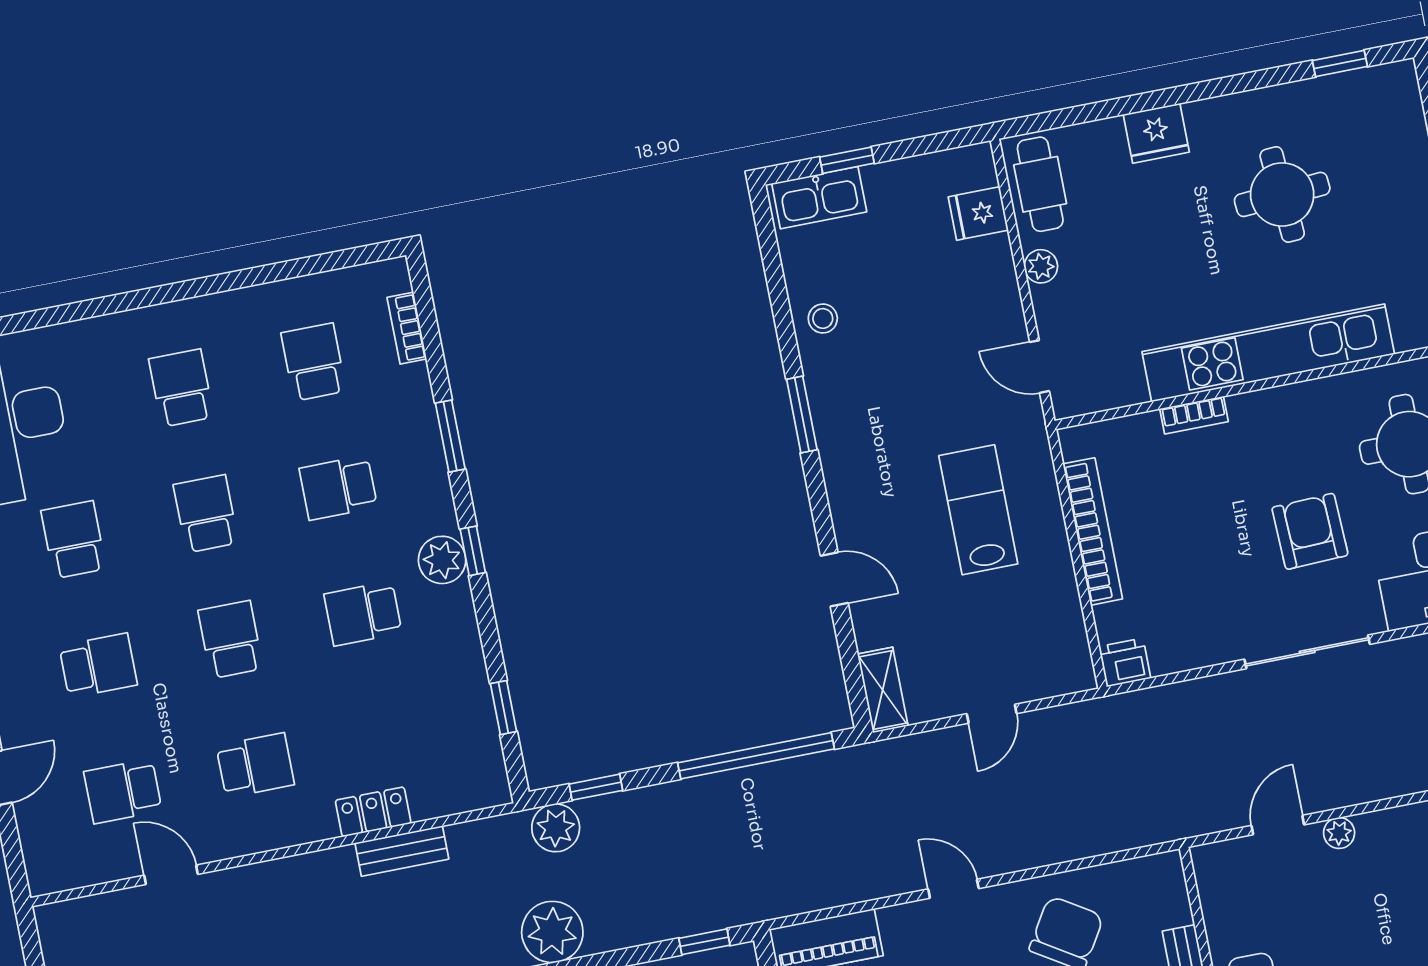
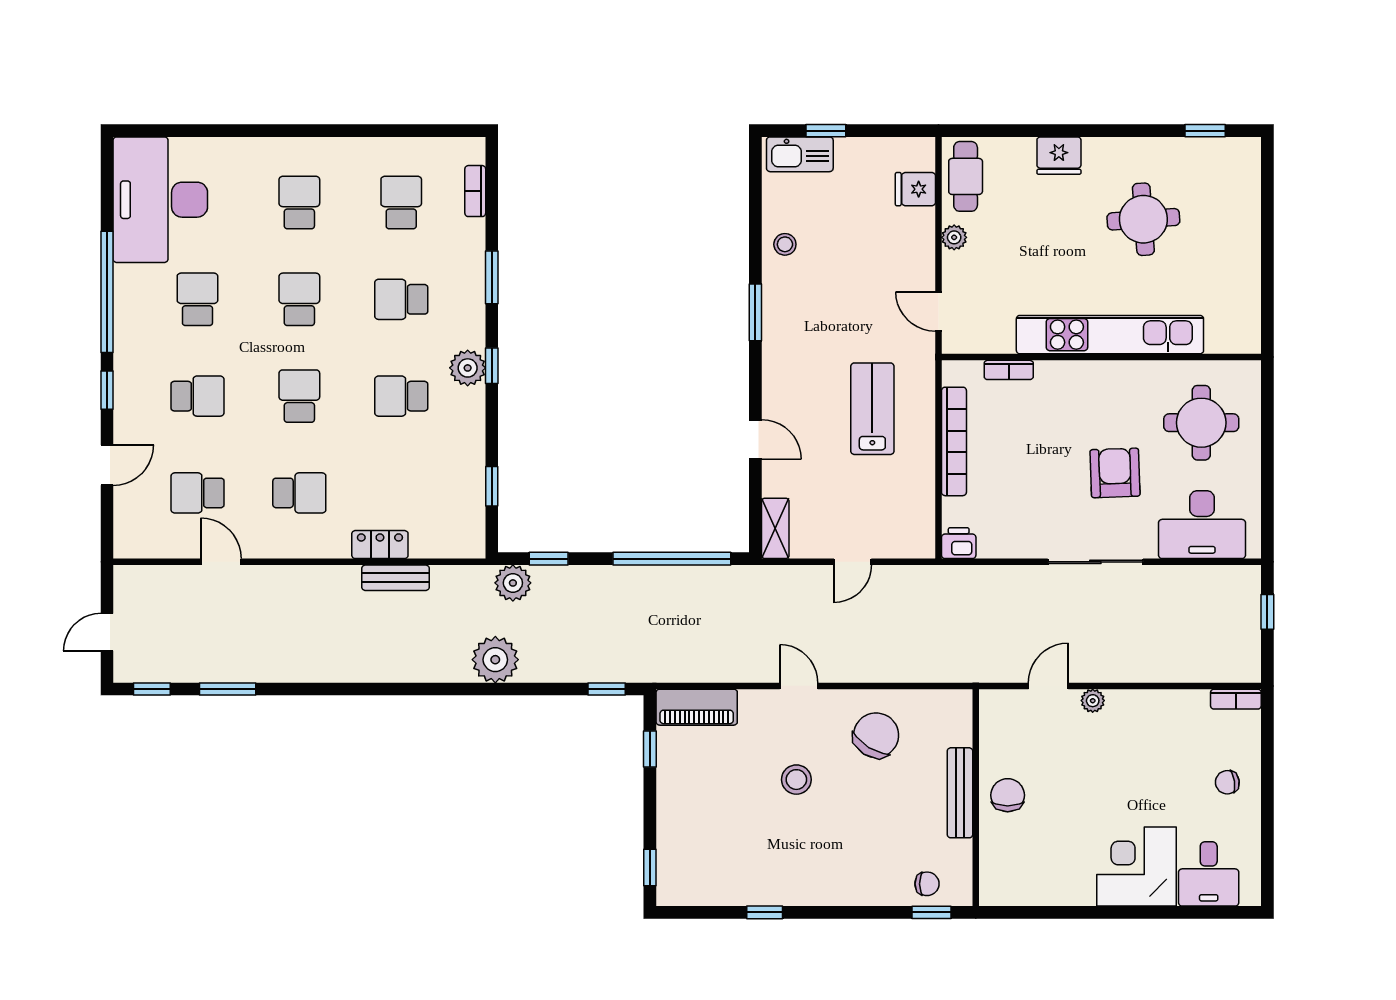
bookcase: (1194, 415) -> (1009, 370), moved

